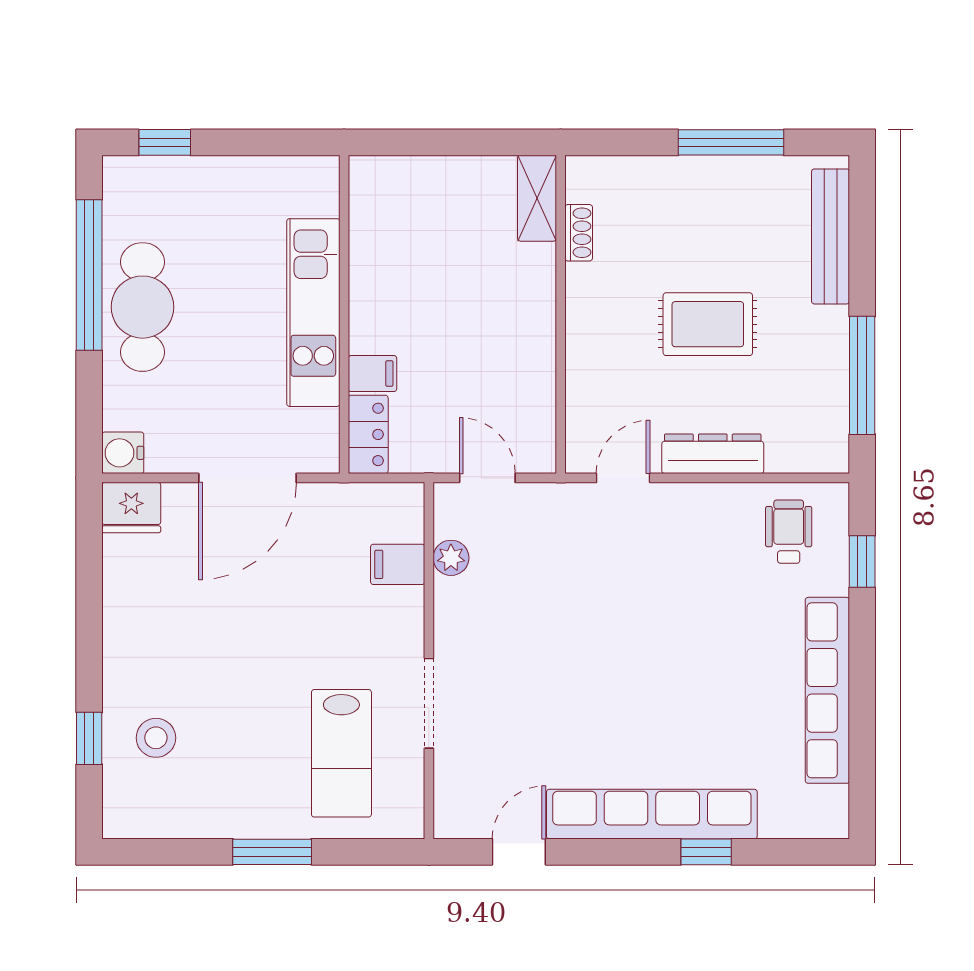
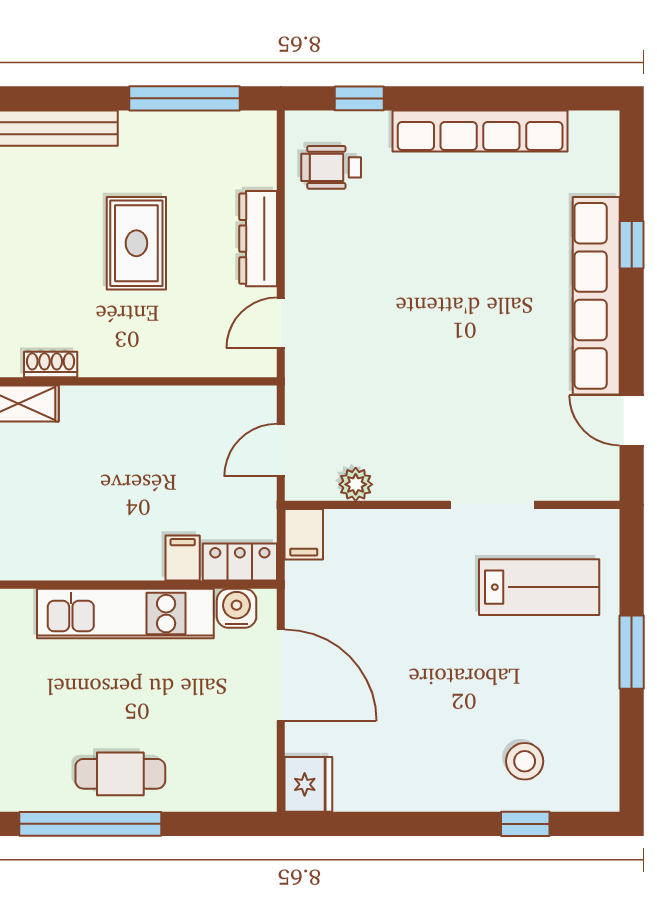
cafe table: (143, 307) -> (120, 774), width x0.73, depth x0.74
water cooler: (123, 453) -> (237, 608), moved, turned 180
door: (623, 478) -> (281, 323), hinge flipped
filing cabinet: (398, 564) -> (304, 534), moved

